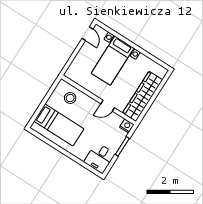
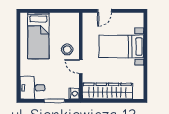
door: (87, 34) -> (105, 11), moved
stool: (70, 98) -> (67, 49), moved

